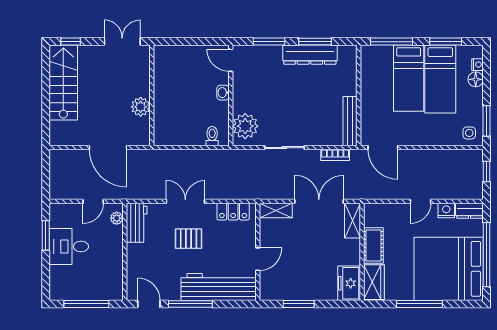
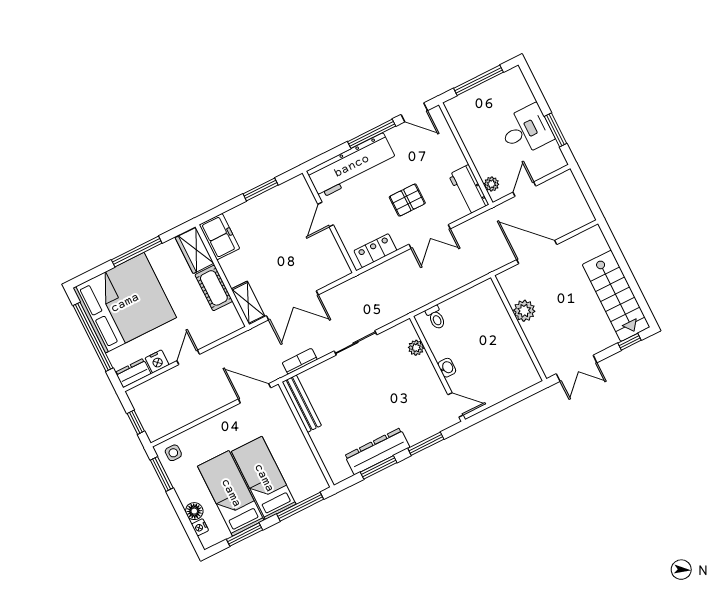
plant: (245, 126) -> (416, 348), width x0.53, depth x0.53
shelving: (276, 210) -> (332, 274), removed

